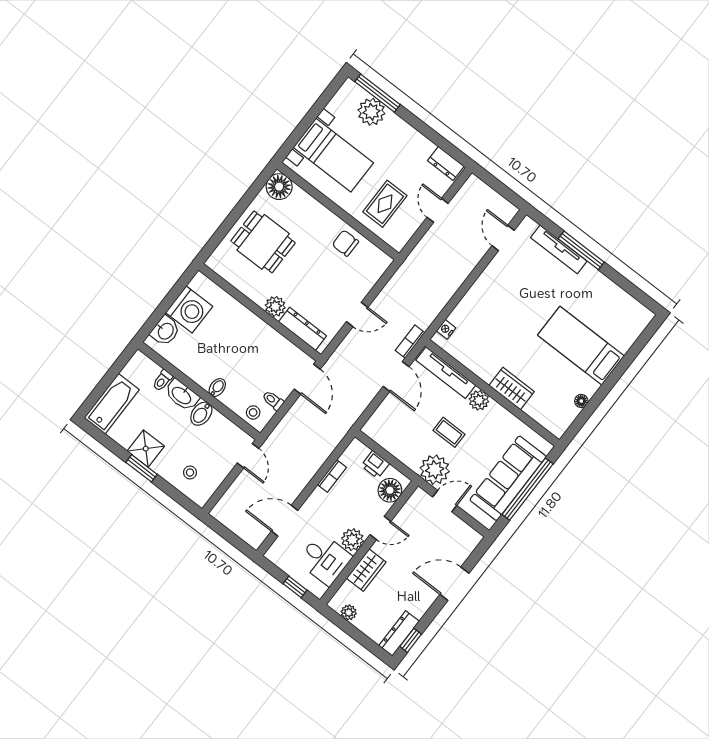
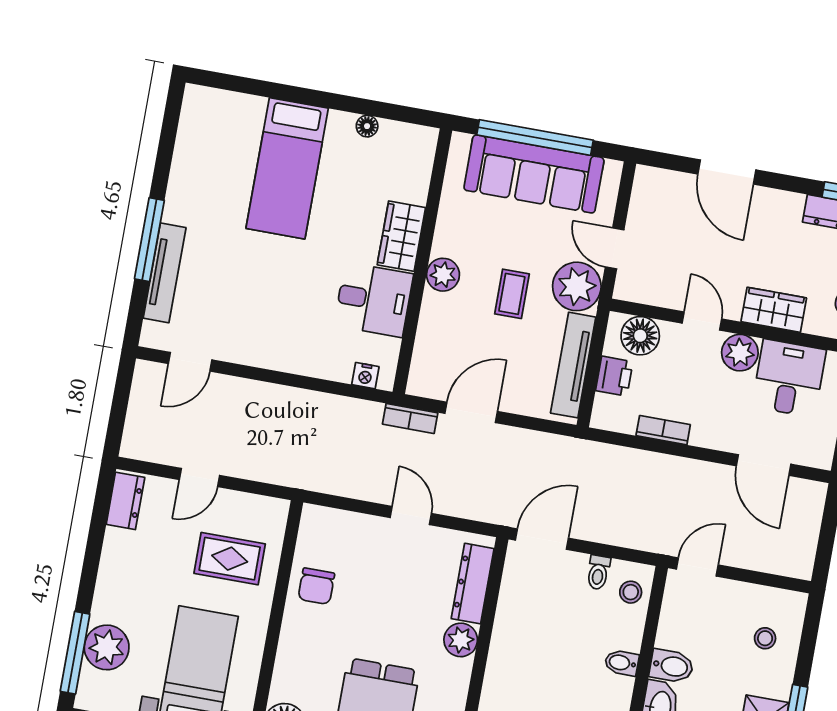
desk: (485, 355) -> (374, 300), added
tv unit: (446, 373) -> (573, 365), moved, turned 180

